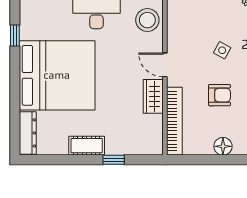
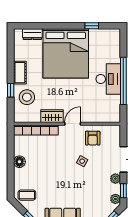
stool: (147, 20) -> (27, 97), moved
armchair: (220, 95) -> (93, 138), moved
dresser: (28, 133) -> (32, 34), width x0.70

